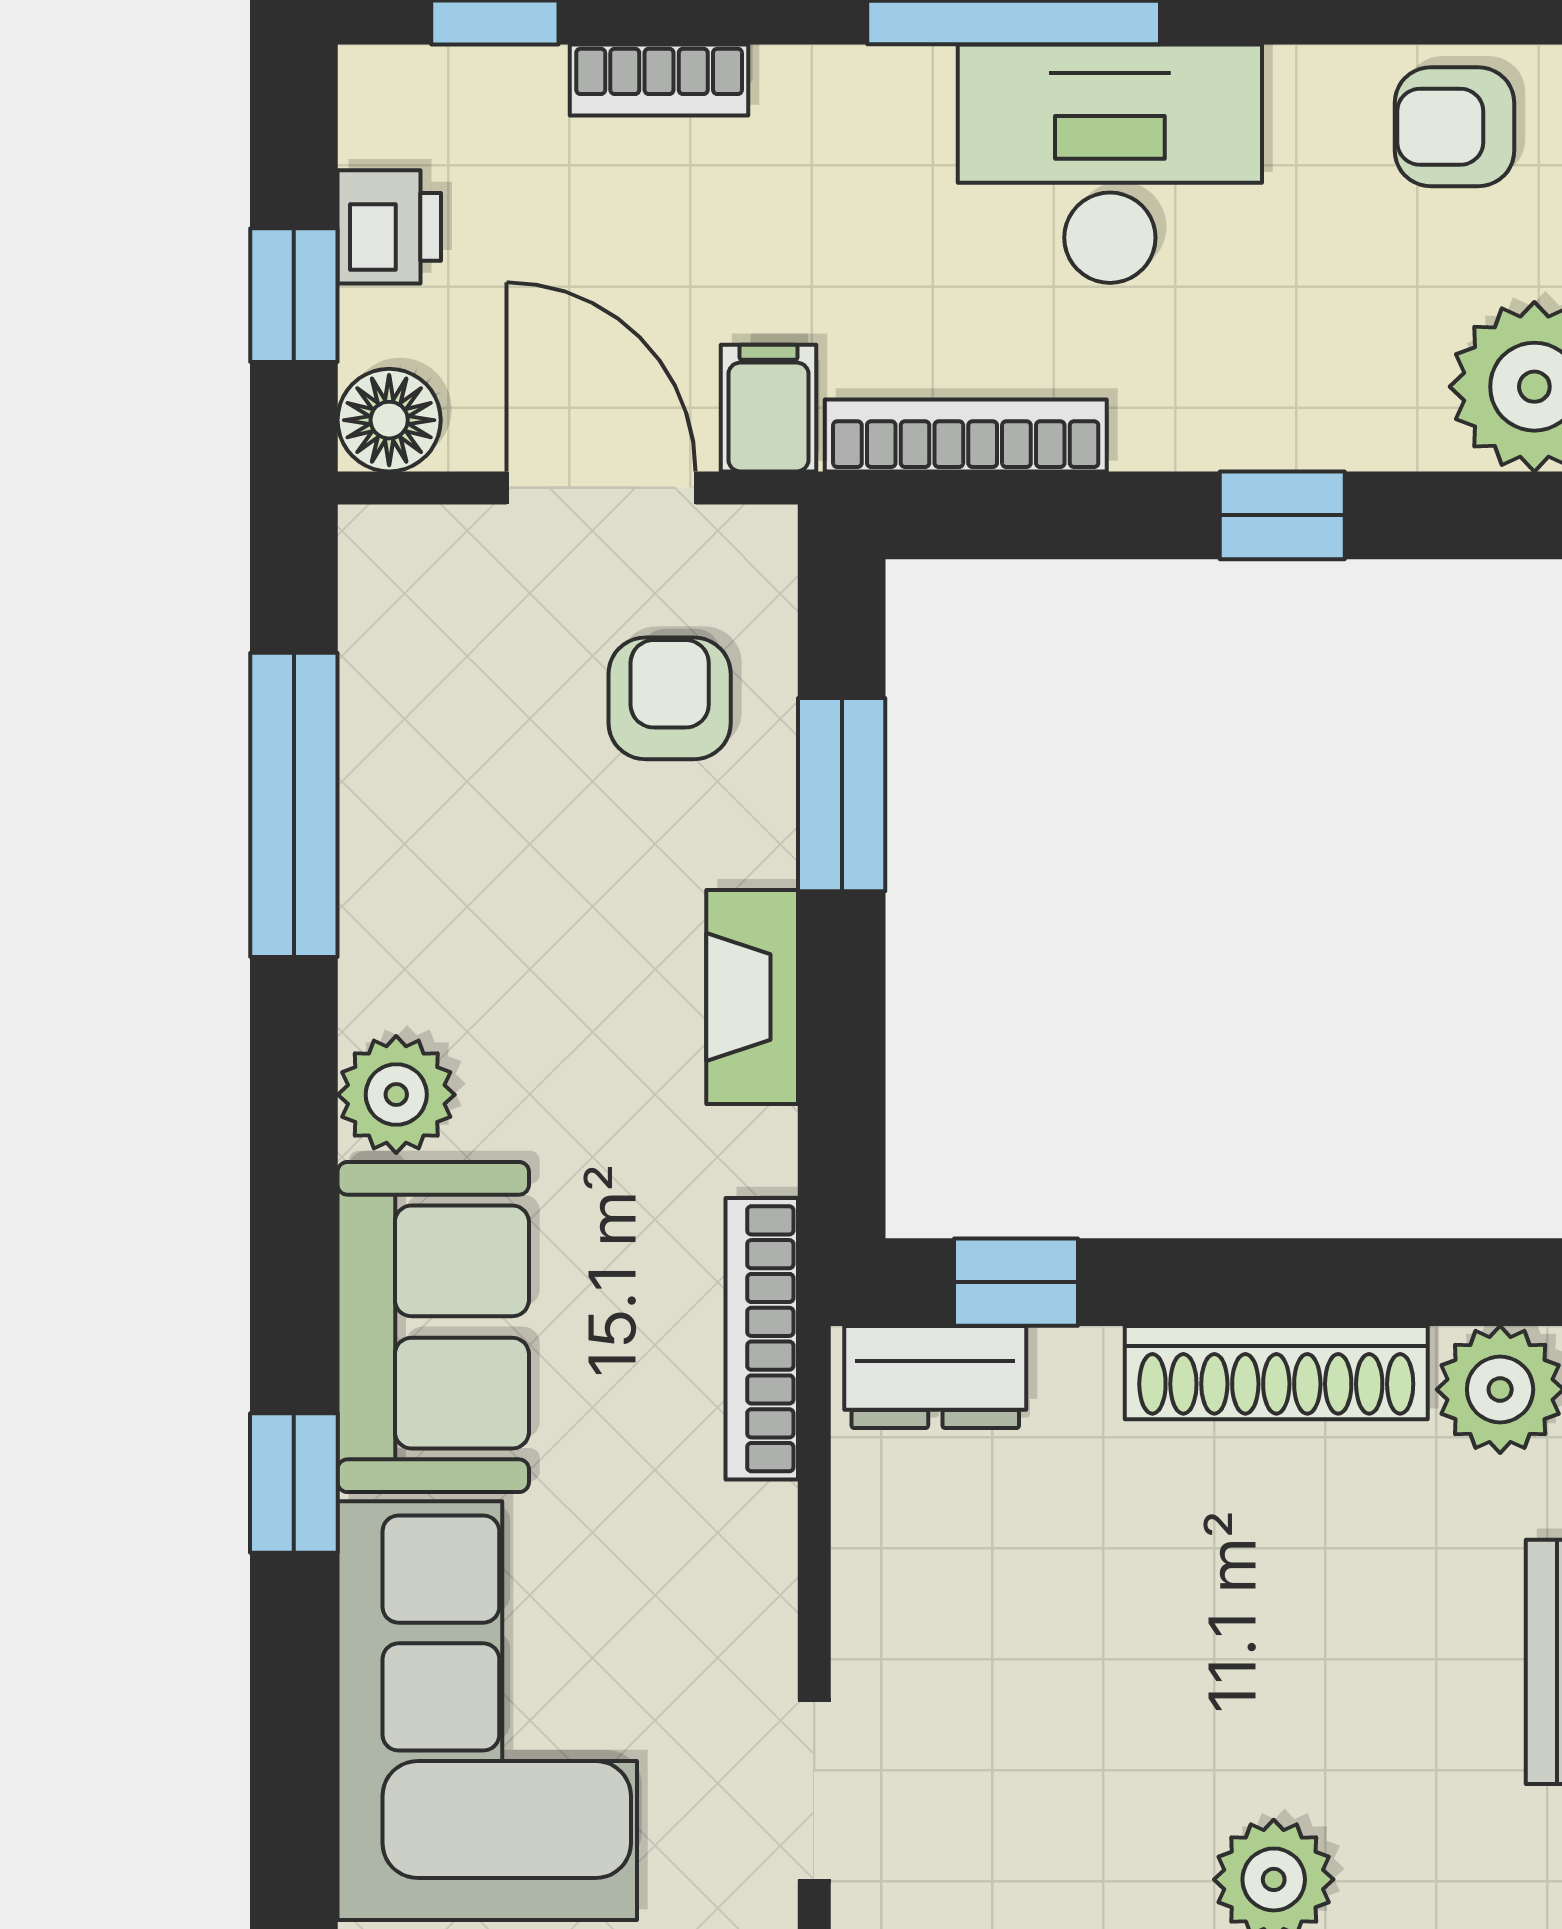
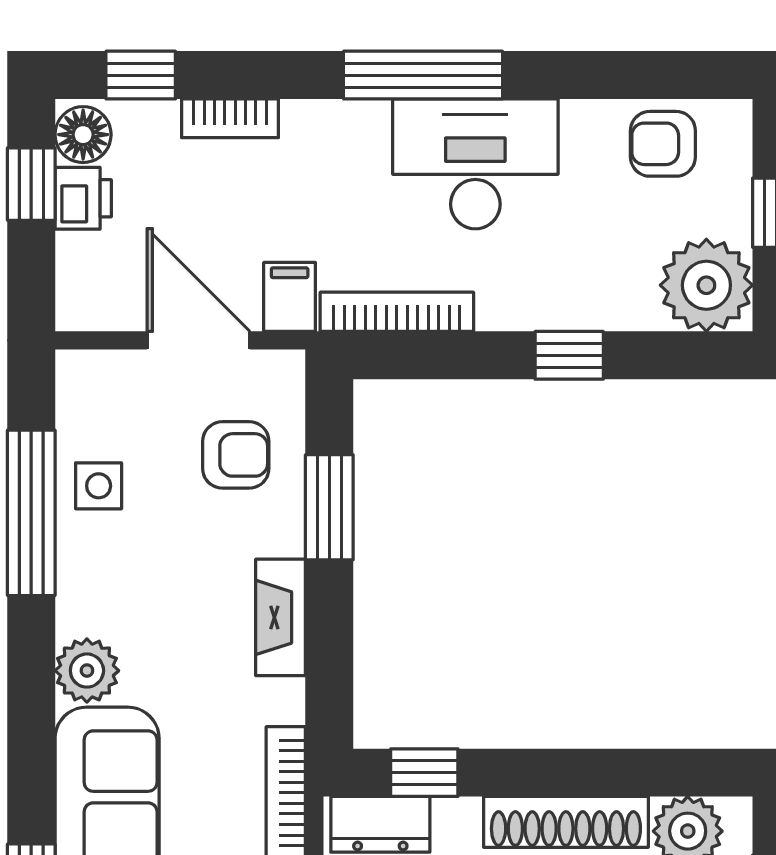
window: (294, 295) -> (31, 184), moved
floor lamp: (389, 420) -> (83, 135), moved
armchair: (670, 698) -> (236, 455), turned 90
side table: (418, 755) -> (99, 486), added

